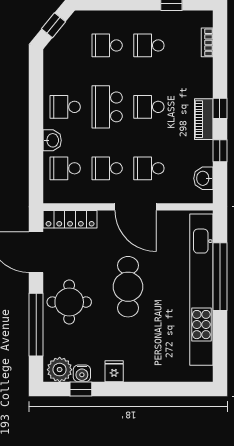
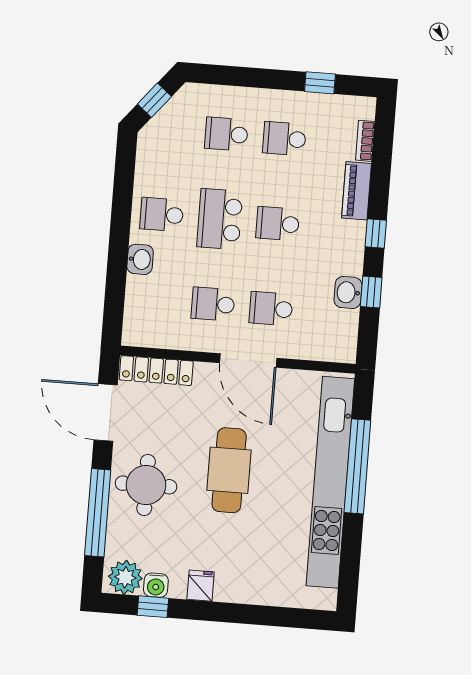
piano: (204, 119) -> (357, 191), moved
school desk: (65, 168) -> (155, 300), removed
washbasin: (203, 178) -> (348, 292), moved

